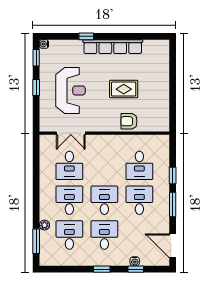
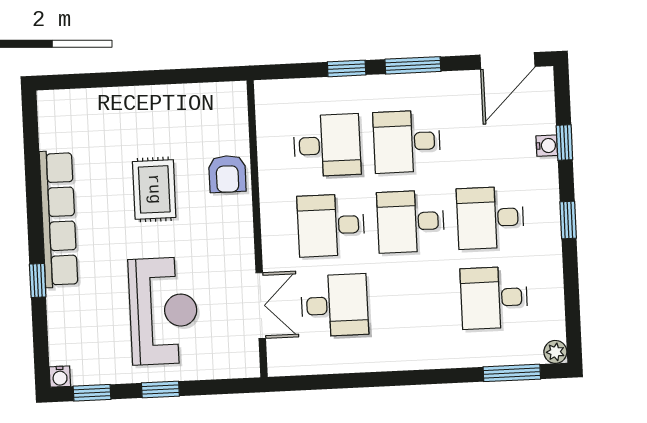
reception desk: (70, 90) -> (163, 311), turned 90
desk: (69, 200) -> (331, 225), moved
plant: (44, 225) -> (555, 352), moved

